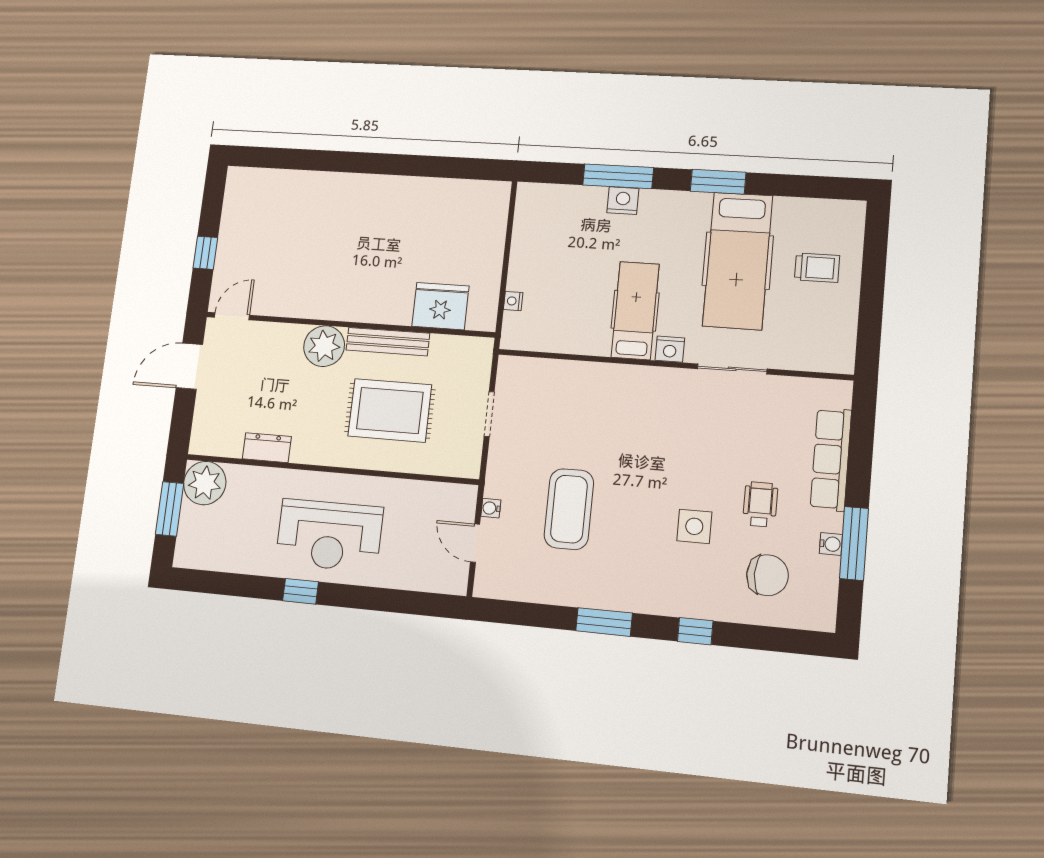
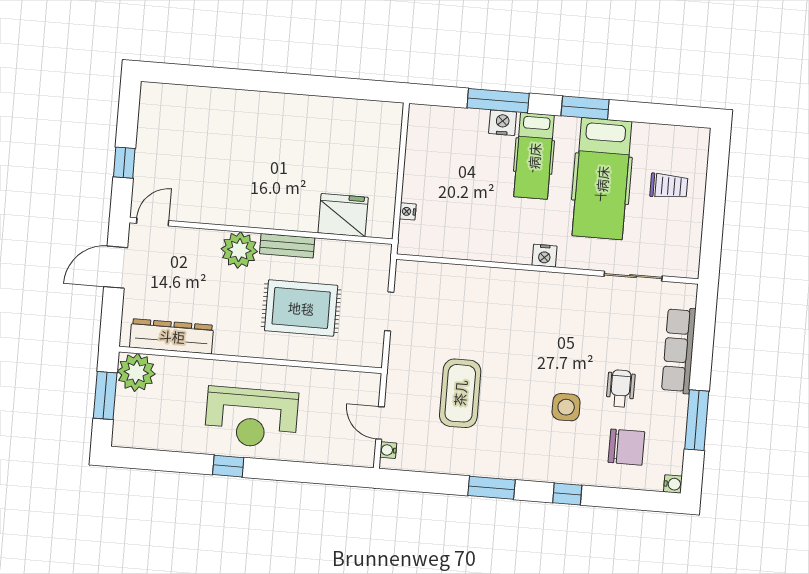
hospital bed: (635, 311) -> (534, 156), moved, turned 180
bench: (388, 342) -> (287, 246), width x0.73
sliding door: (732, 369) -> (633, 276), moved
dresser: (267, 448) -> (172, 336), width x1.96, depth x1.24
water cooler: (491, 508) -> (388, 450), moved
water cooler: (831, 544) -> (673, 484), moved

